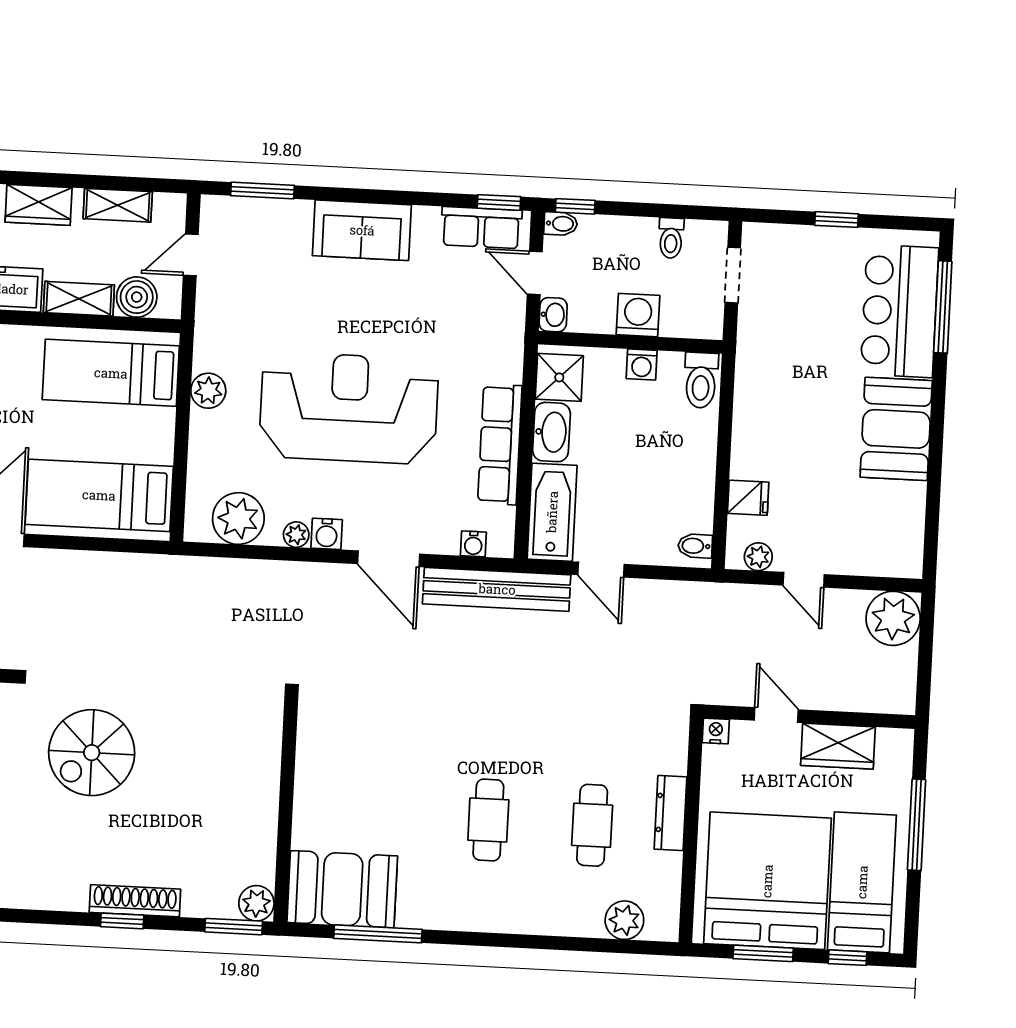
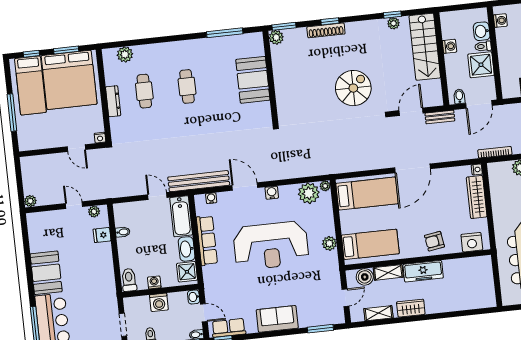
plant: (296, 535) -> (325, 186), moved
bidet: (695, 546) -> (123, 232), moved
plant: (893, 618) -> (30, 201), width x0.53, depth x0.53
wardrobe: (838, 746) -> (49, 139), removed
booth: (342, 889) -> (253, 80), moved, turned 90

